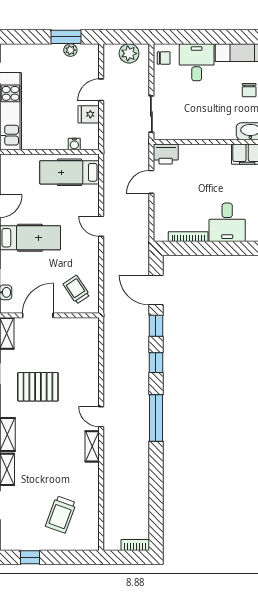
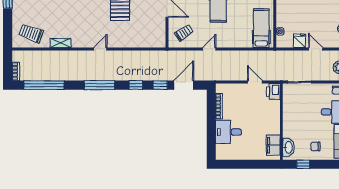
door: (101, 226) -> (209, 49), moved
shelving: (92, 446) -> (61, 43), moved
window: (156, 502) -> (44, 85), added
trolley: (61, 514) -> (31, 33), moved

